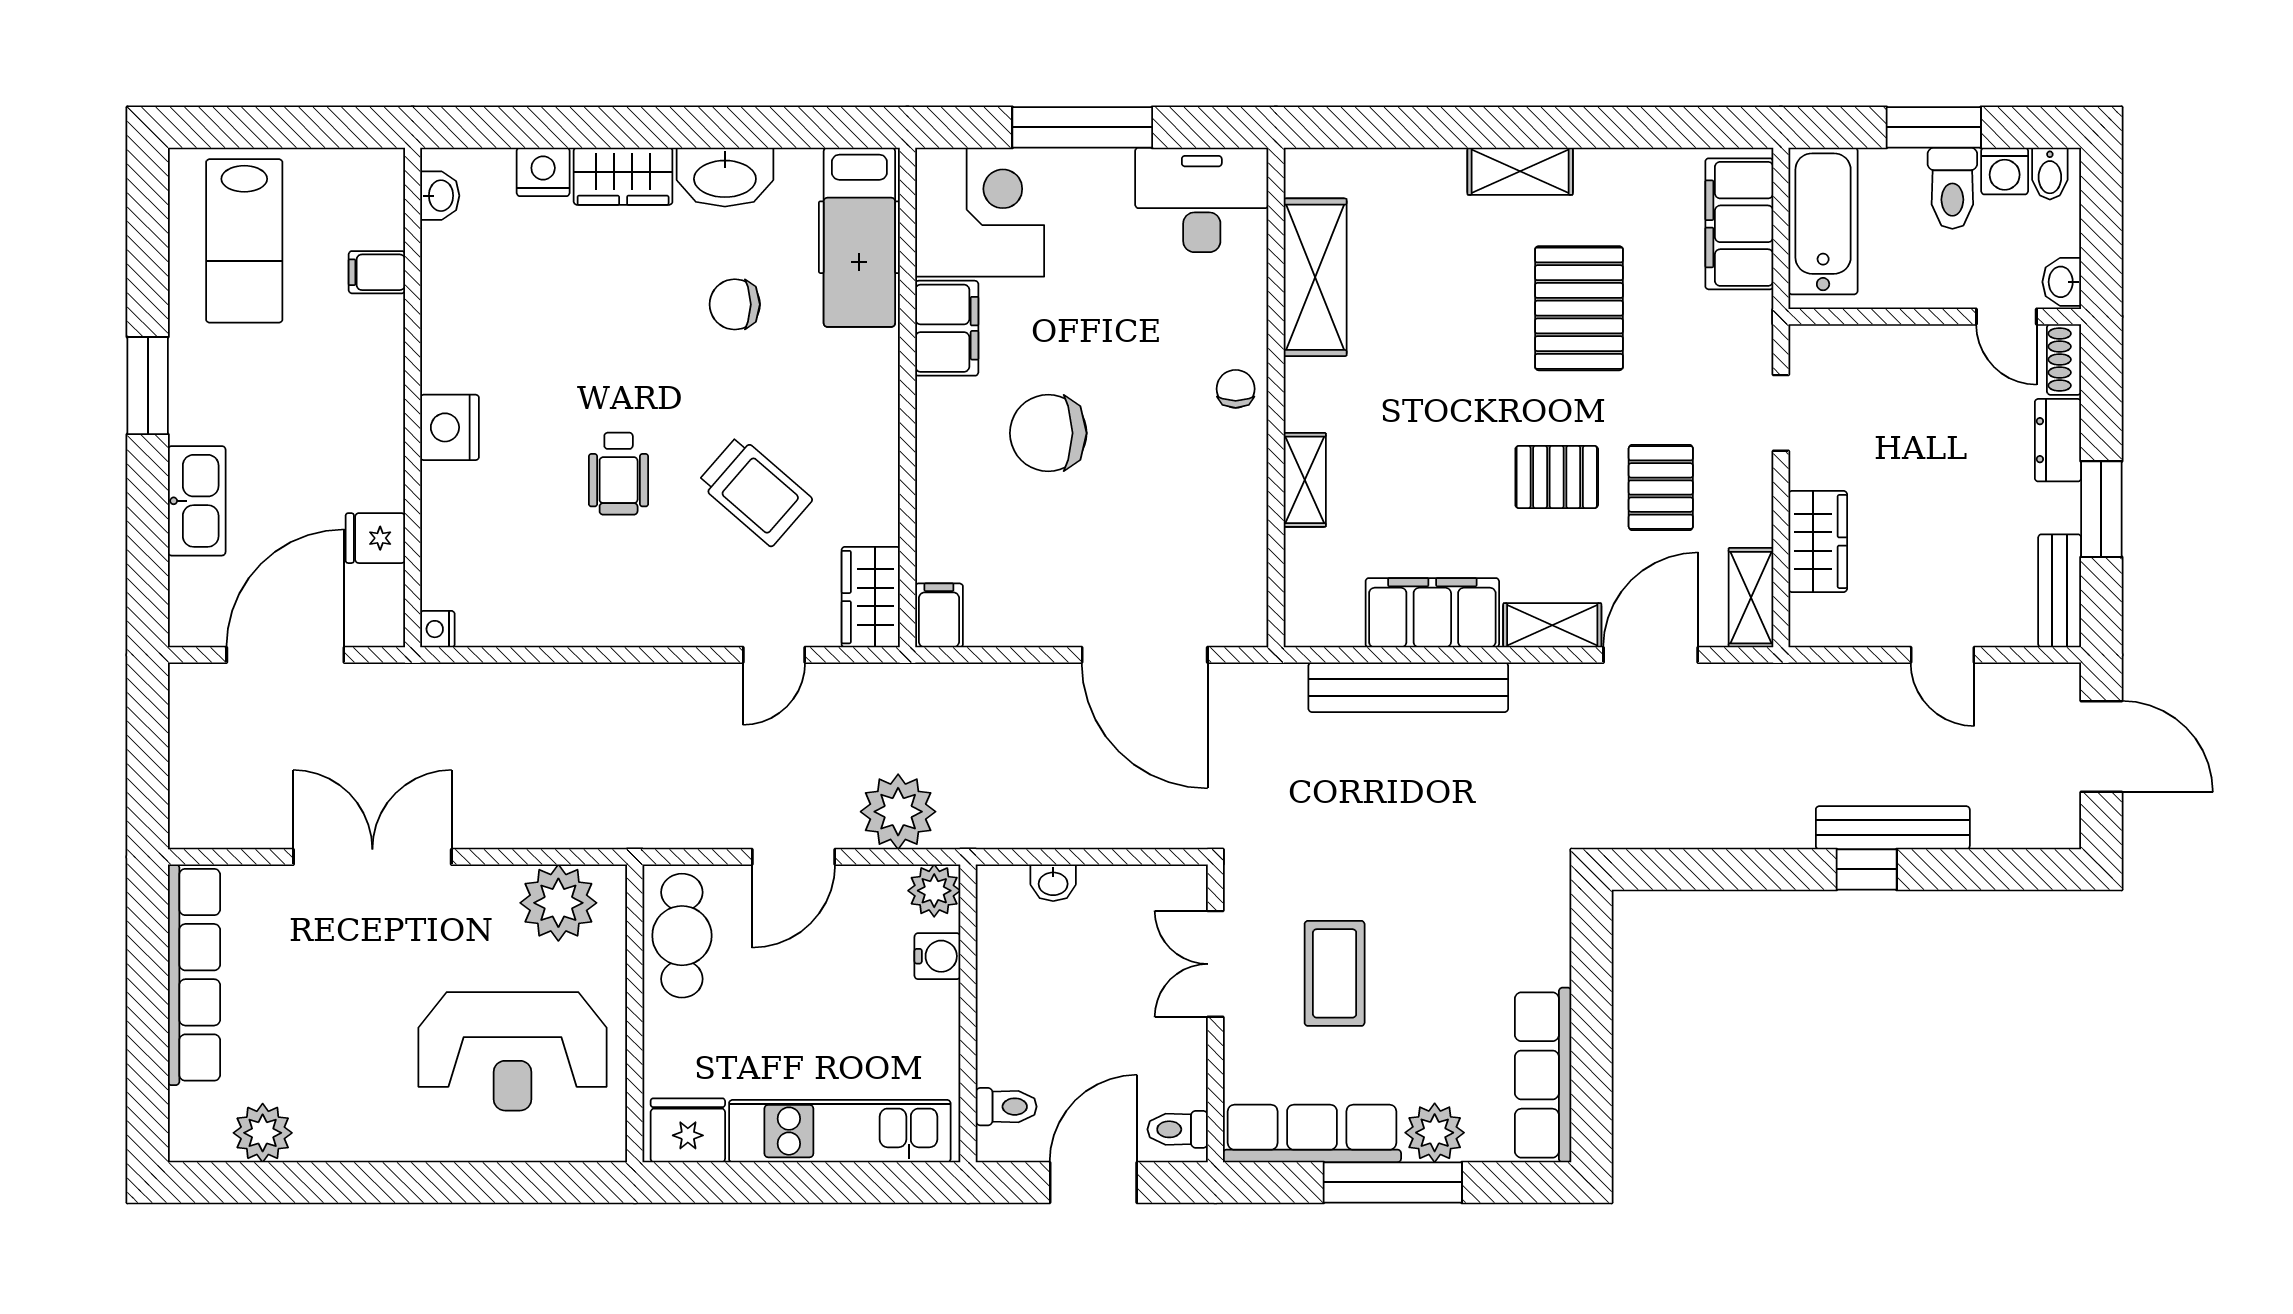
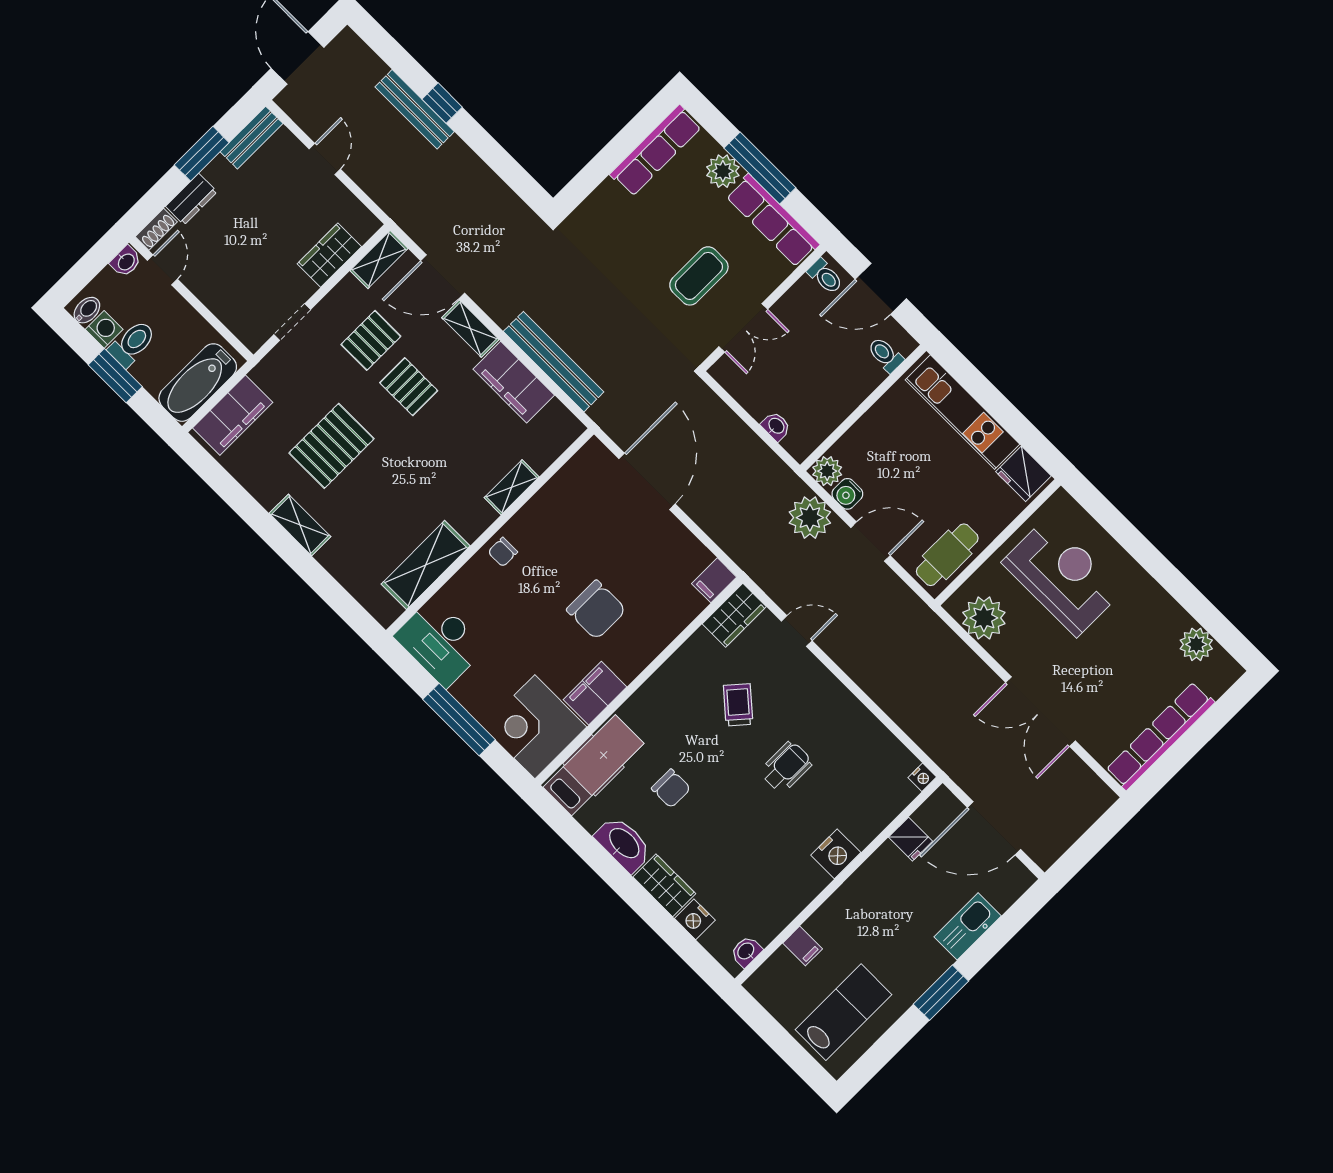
trolley: (755, 491) -> (738, 705), width x0.73, depth x0.72
water cooler: (937, 956) -> (847, 494), moved, turned -90

